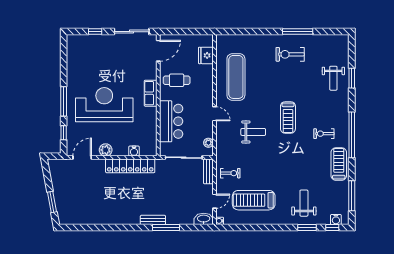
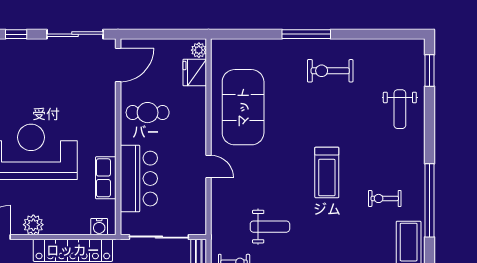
window: (298, 32) -> (306, 34), moved
exercise mat: (236, 77) -> (243, 107), width x1.47
window: (352, 78) -> (430, 71), moved
row of seats: (151, 93) -> (106, 178), moved
weight bench: (253, 132) -> (270, 227), moved
plant: (208, 143) -> (199, 50), moved
water cooler: (134, 151) -> (99, 227), moved

